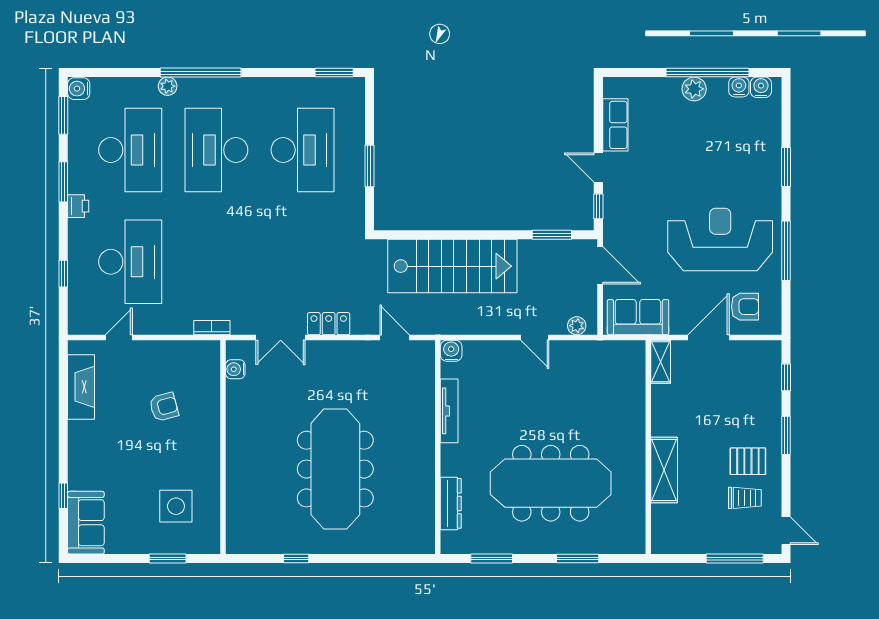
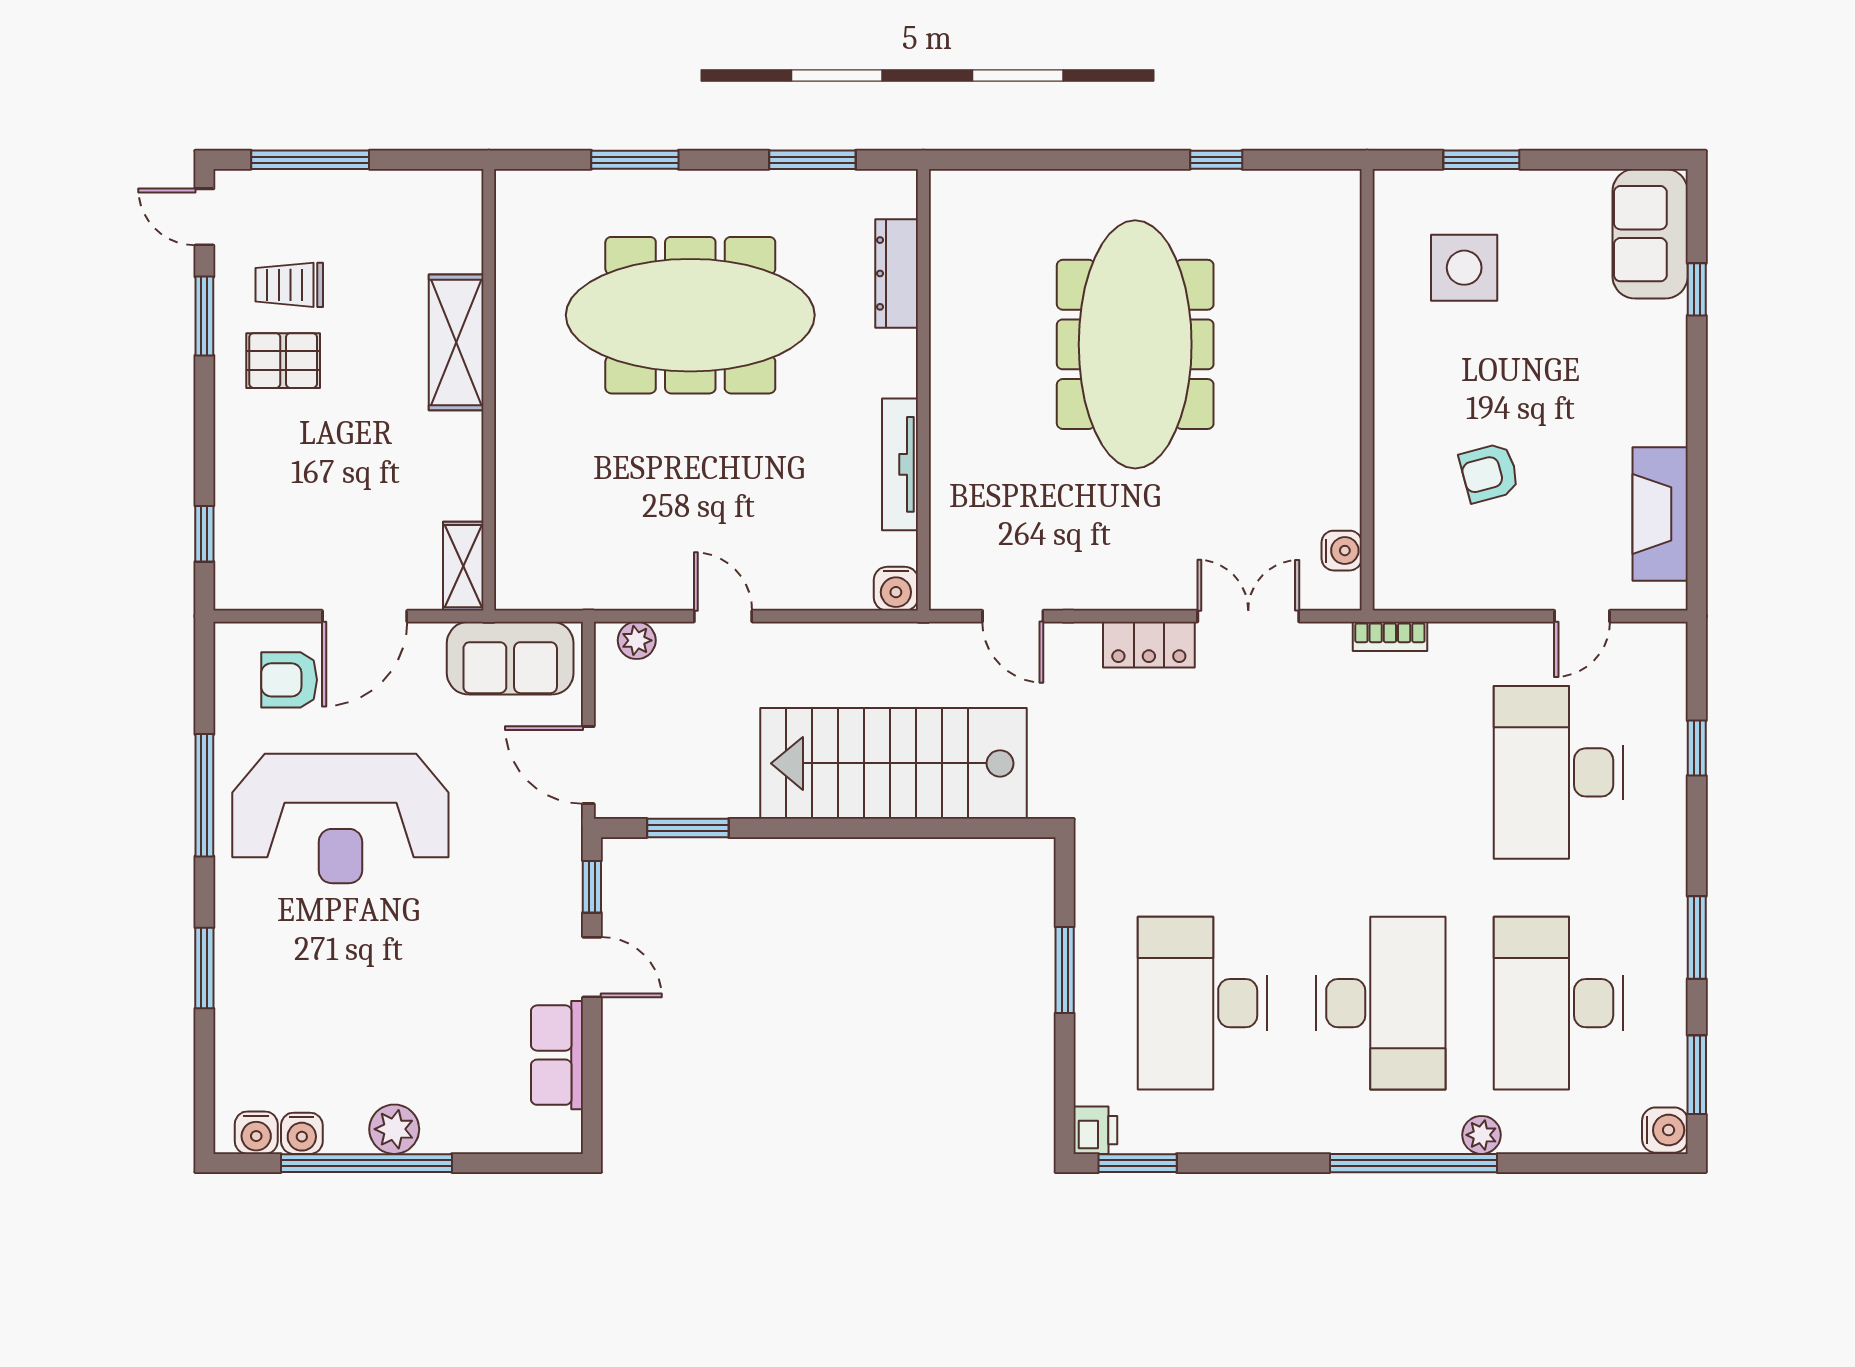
printer: (78, 206) -> (1095, 1130), moved, turned 180
window: (786, 435) -> (204, 316), moved

